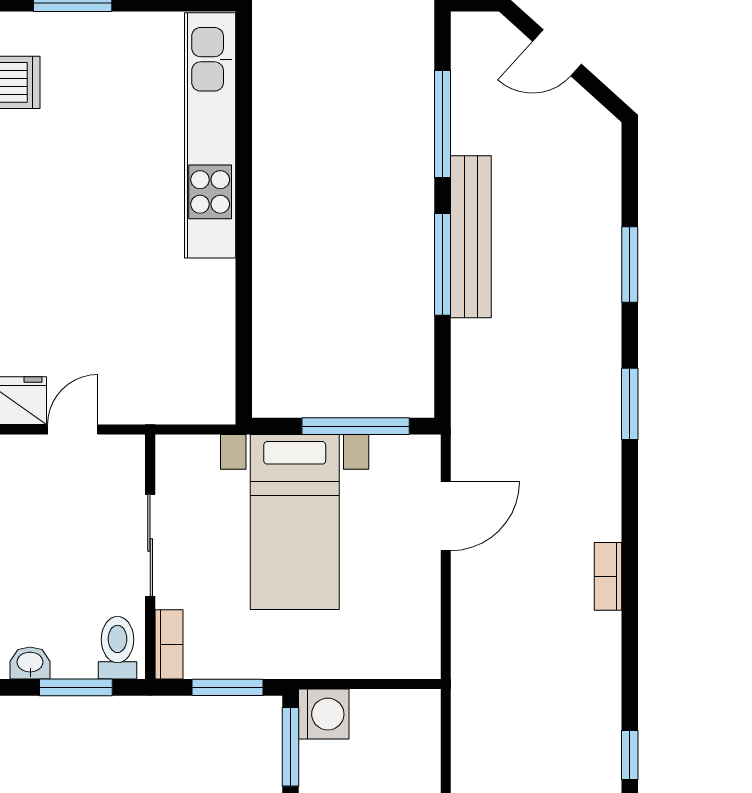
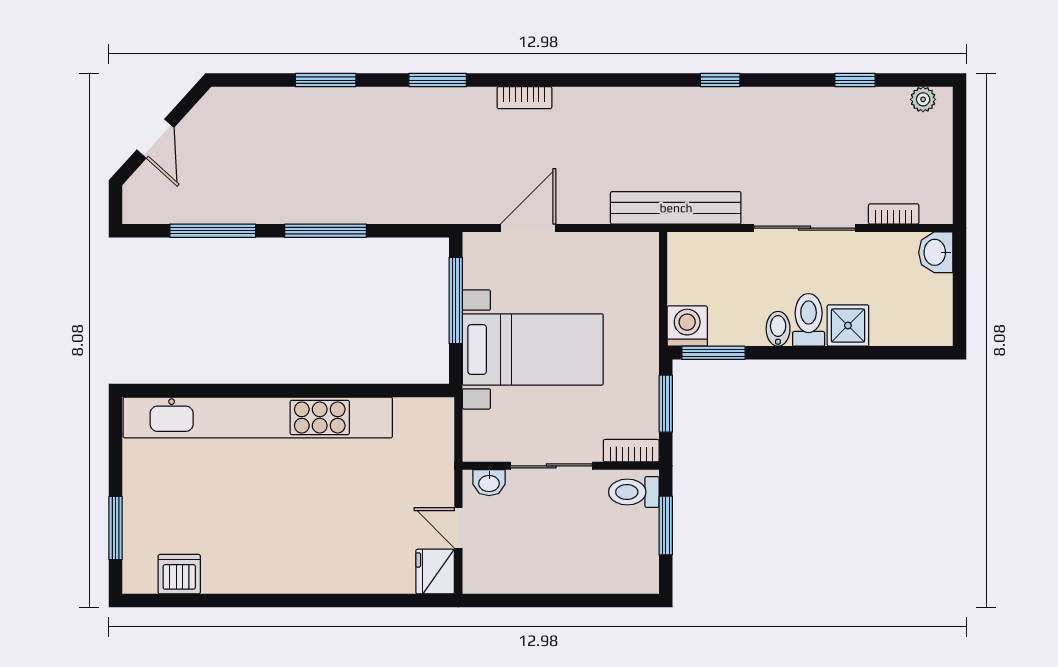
kitchen unit: (210, 135) -> (258, 418), width x1.36
bench: (471, 237) -> (676, 208), moved
door: (446, 516) -> (528, 228), hinge flipped
bookcase: (608, 576) -> (524, 98), moved
washbasin: (30, 663) -> (489, 483), moved, turned -90

